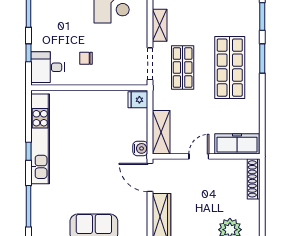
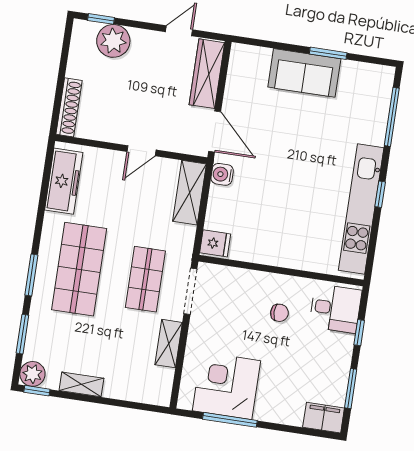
freezer: (237, 144) -> (64, 181), moved, turned -90

